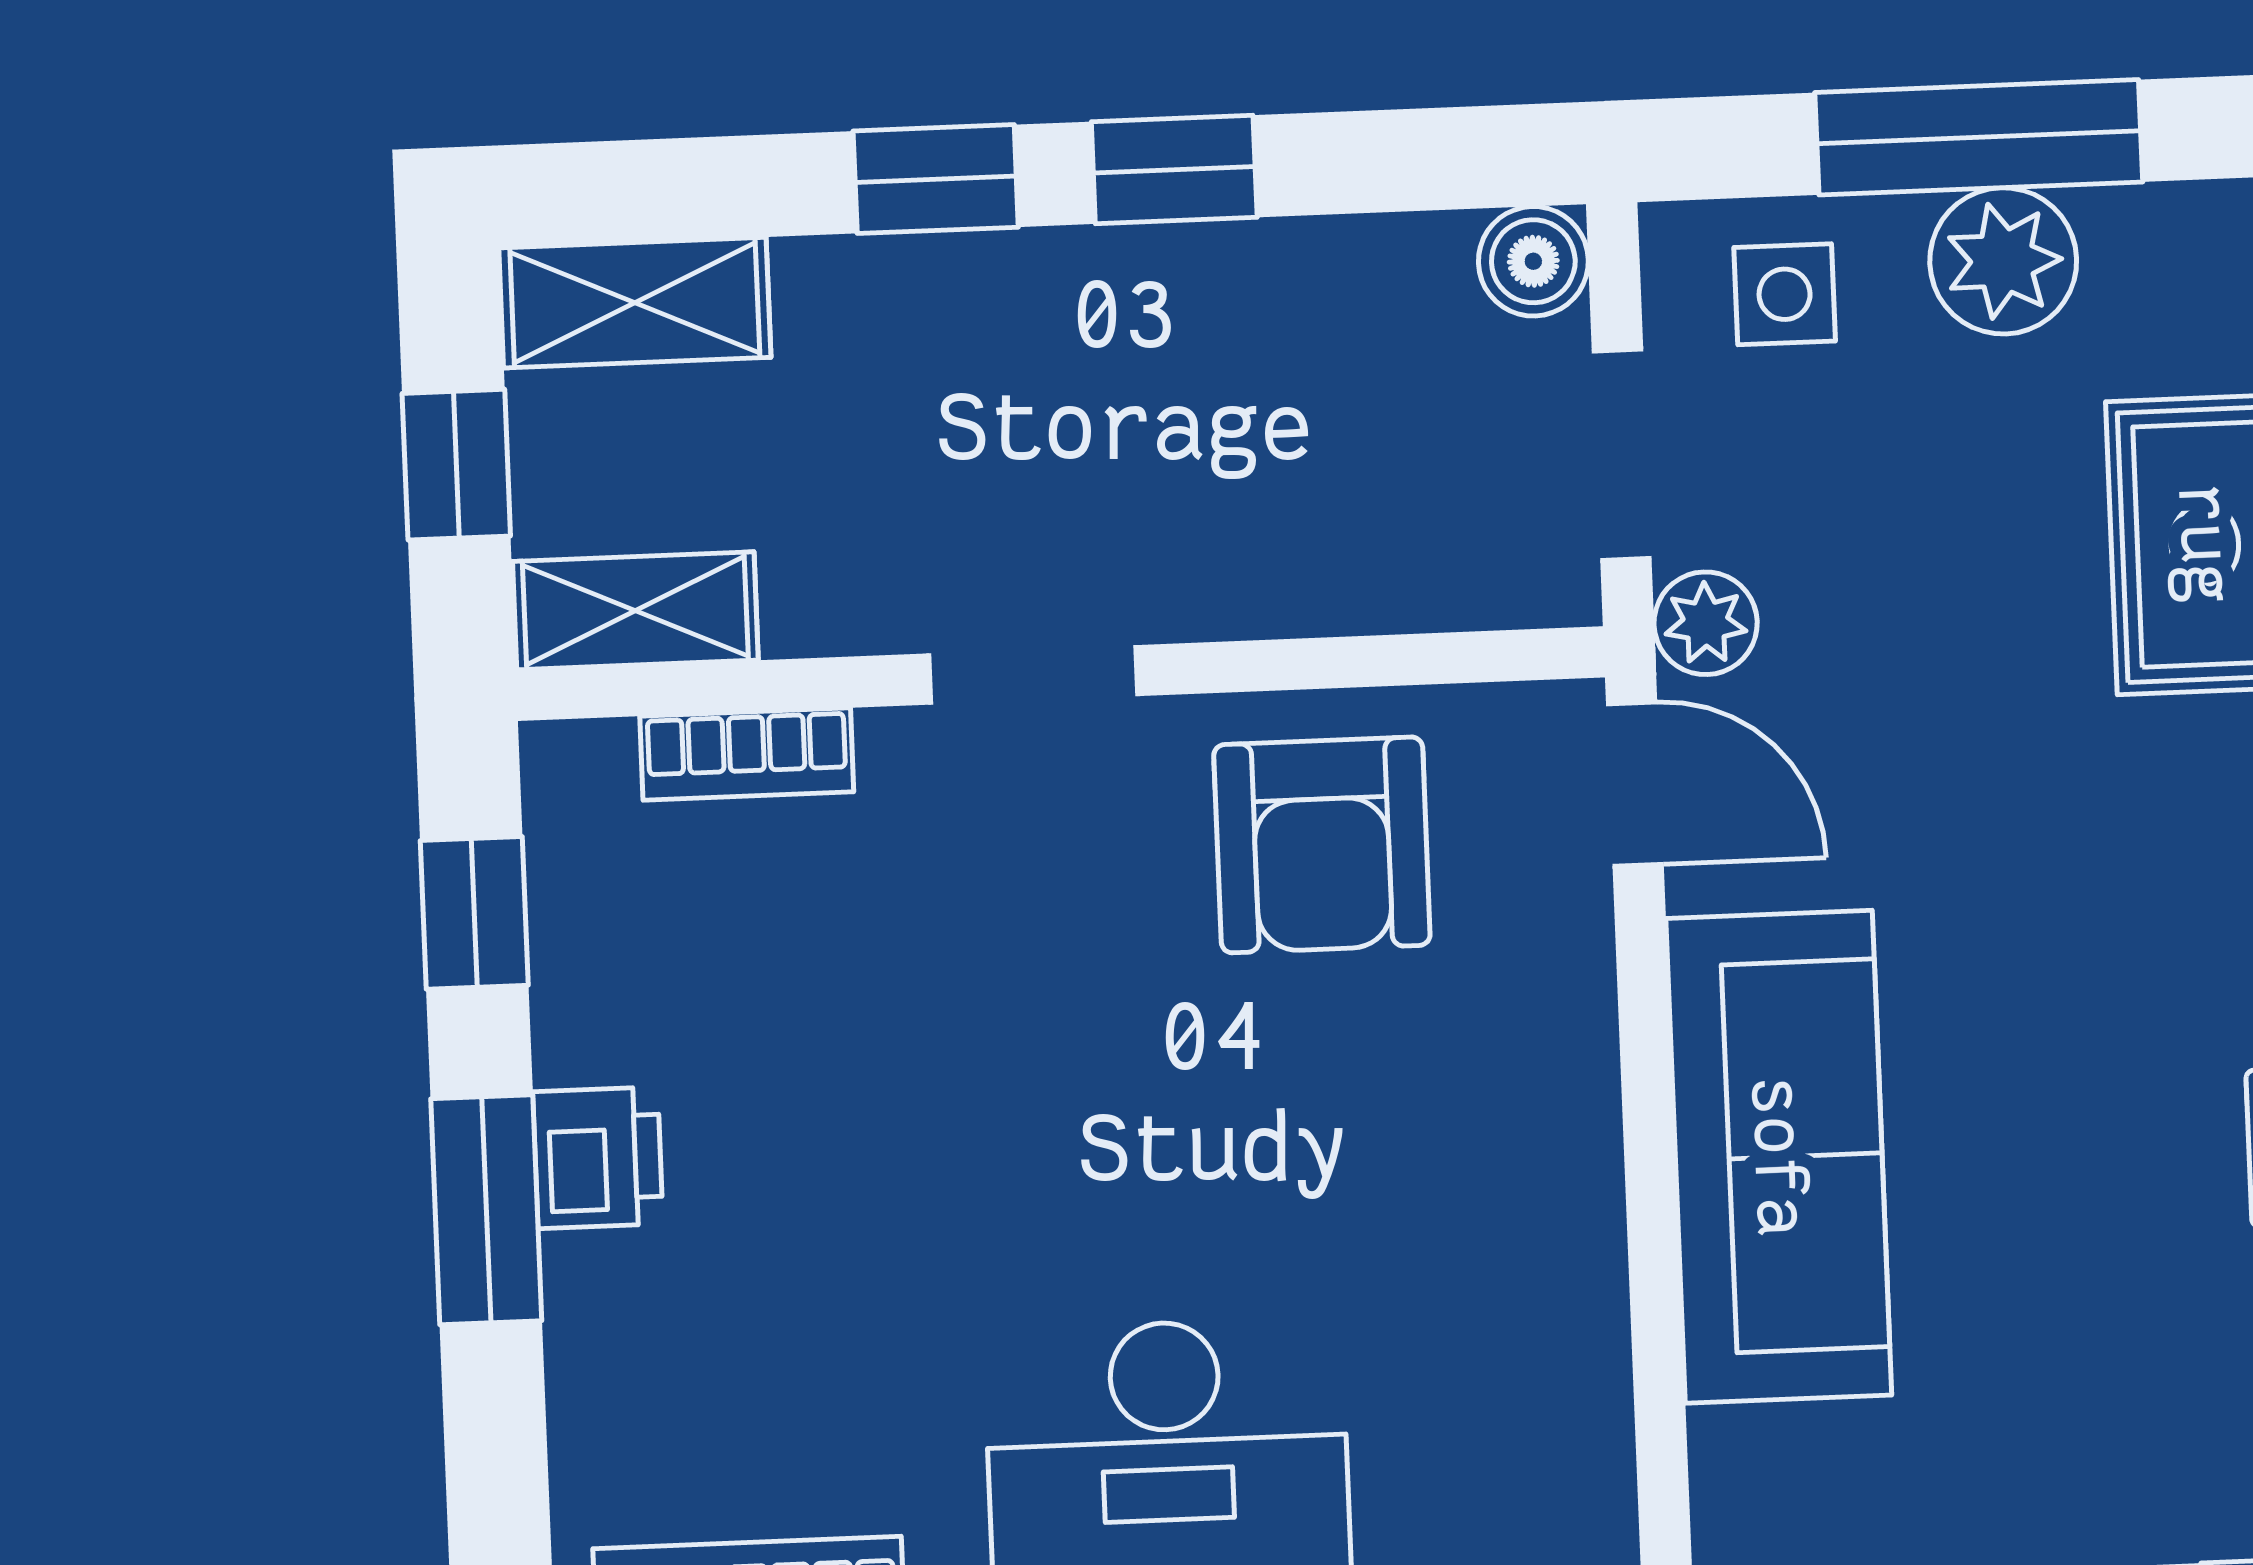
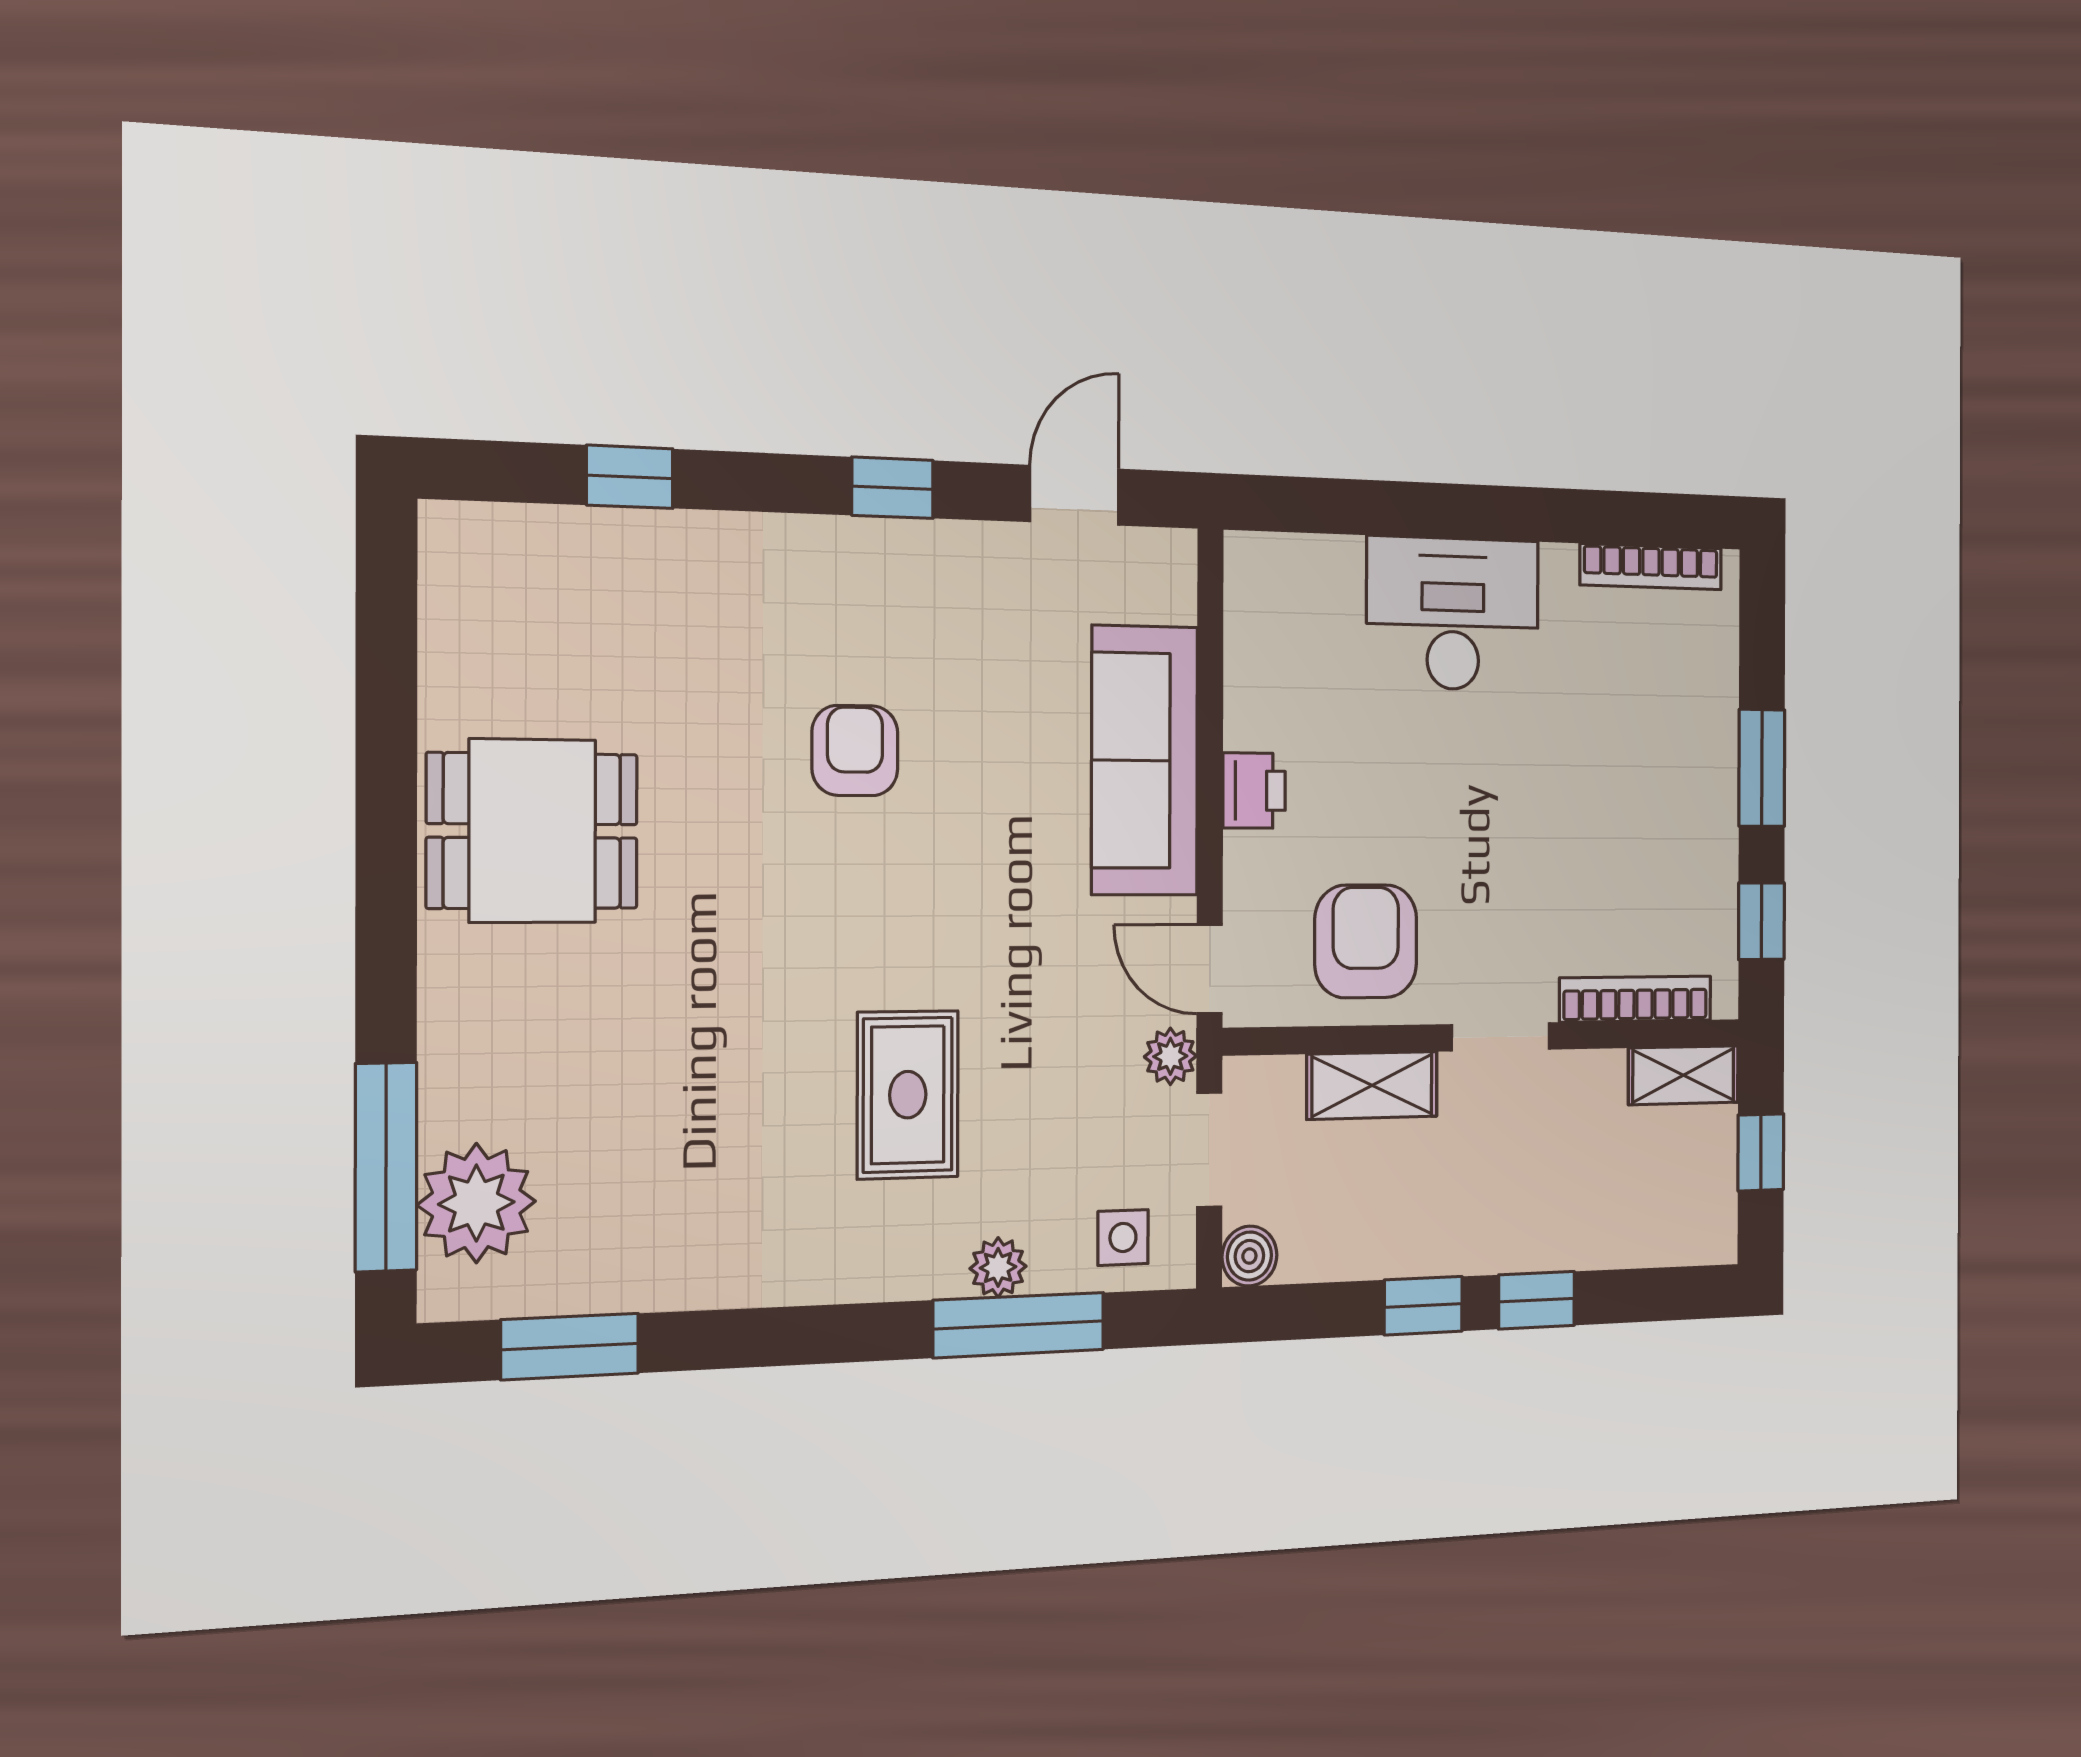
plant: (2003, 261) -> (998, 1267), width x0.73, depth x0.73
shelving: (635, 303) -> (1372, 1085), moved
bookcase: (747, 754) -> (1635, 999), width x1.56
printer: (598, 1158) -> (1254, 791), moved, turned 180

